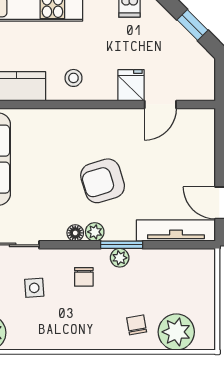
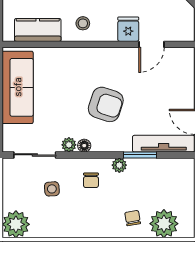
armchair: (103, 181) -> (106, 104), turned -145
plant: (95, 232) -> (69, 145), moved
window: (122, 245) -> (140, 155), moved

